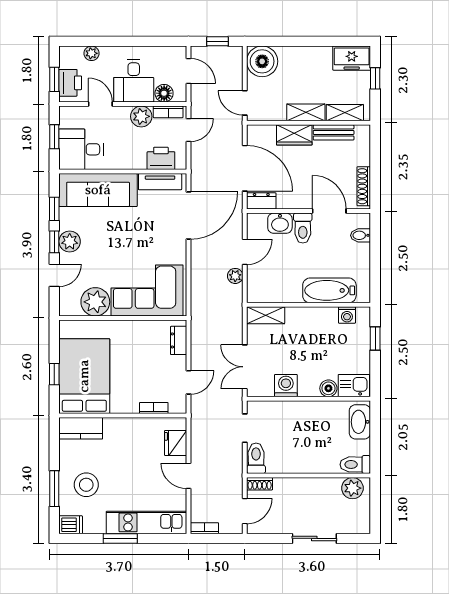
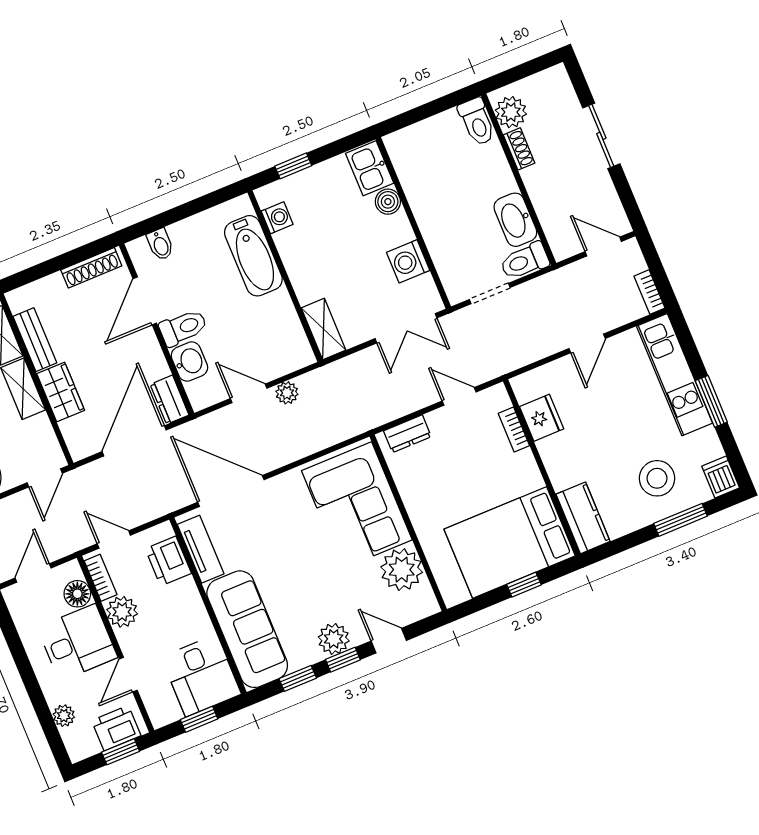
washbasin: (360, 422) -> (515, 220), moved, turned 90
fridge: (176, 443) -> (542, 418), moved, turned -90
shoe rack: (260, 484) -> (519, 149), moved

